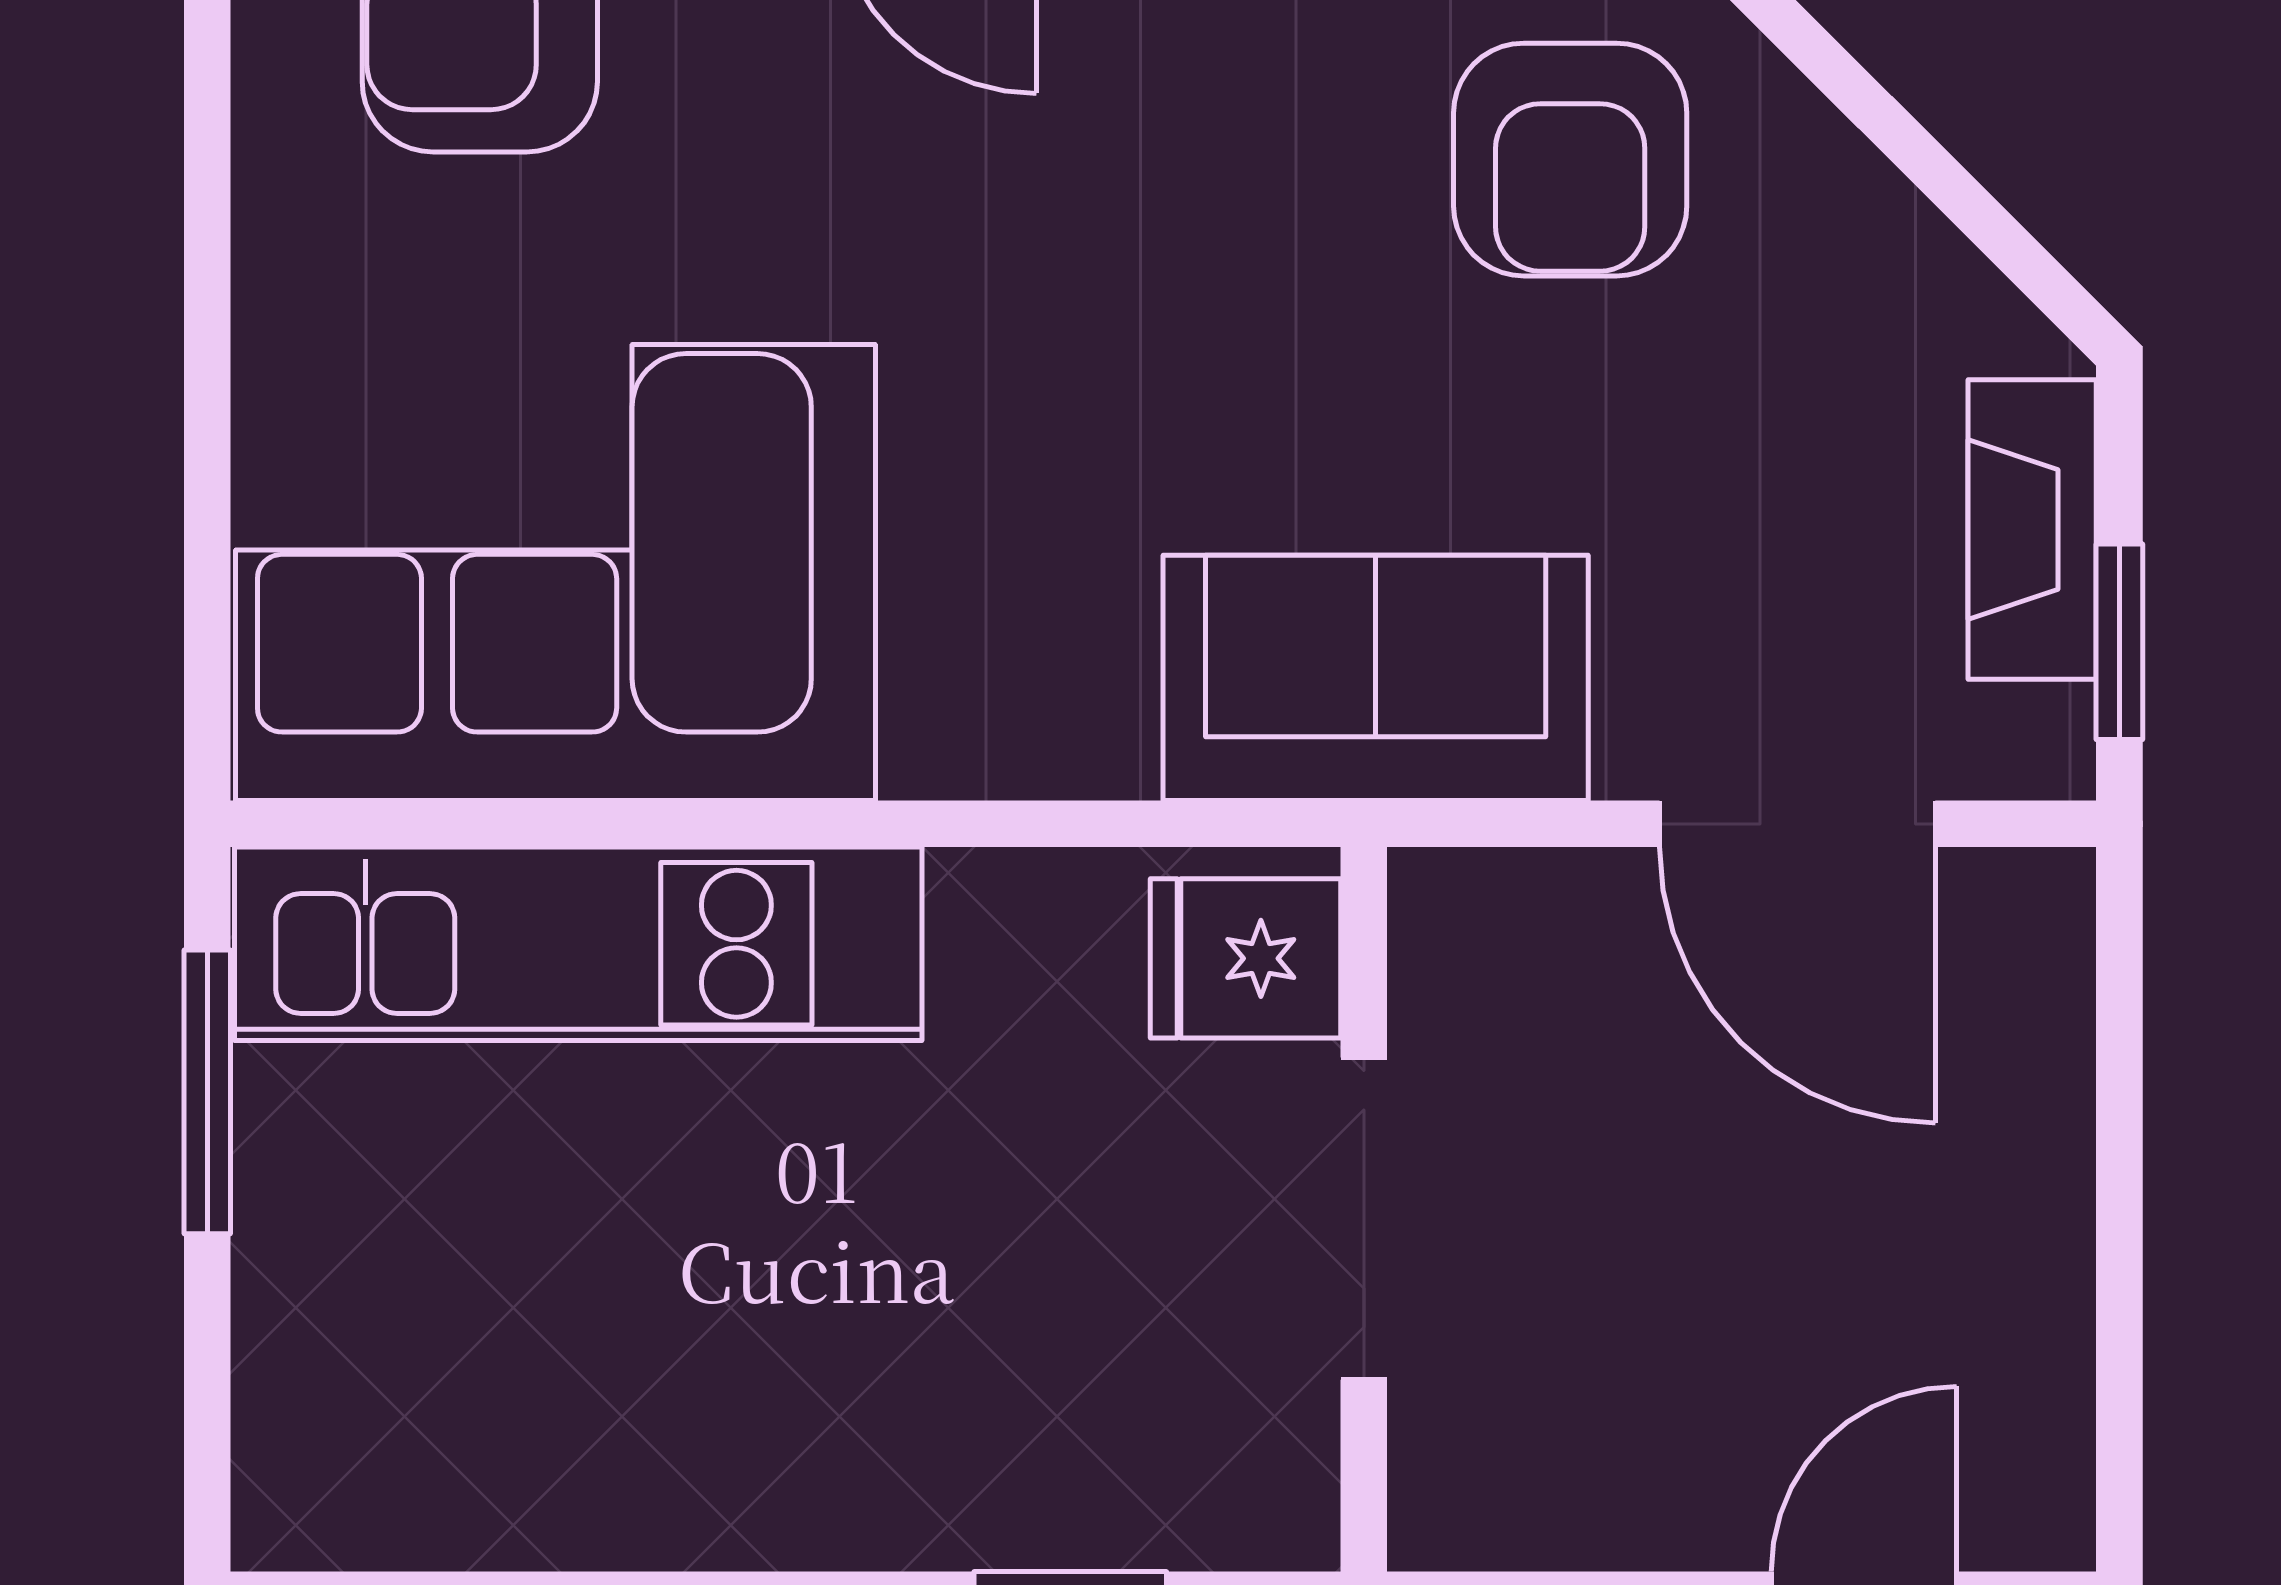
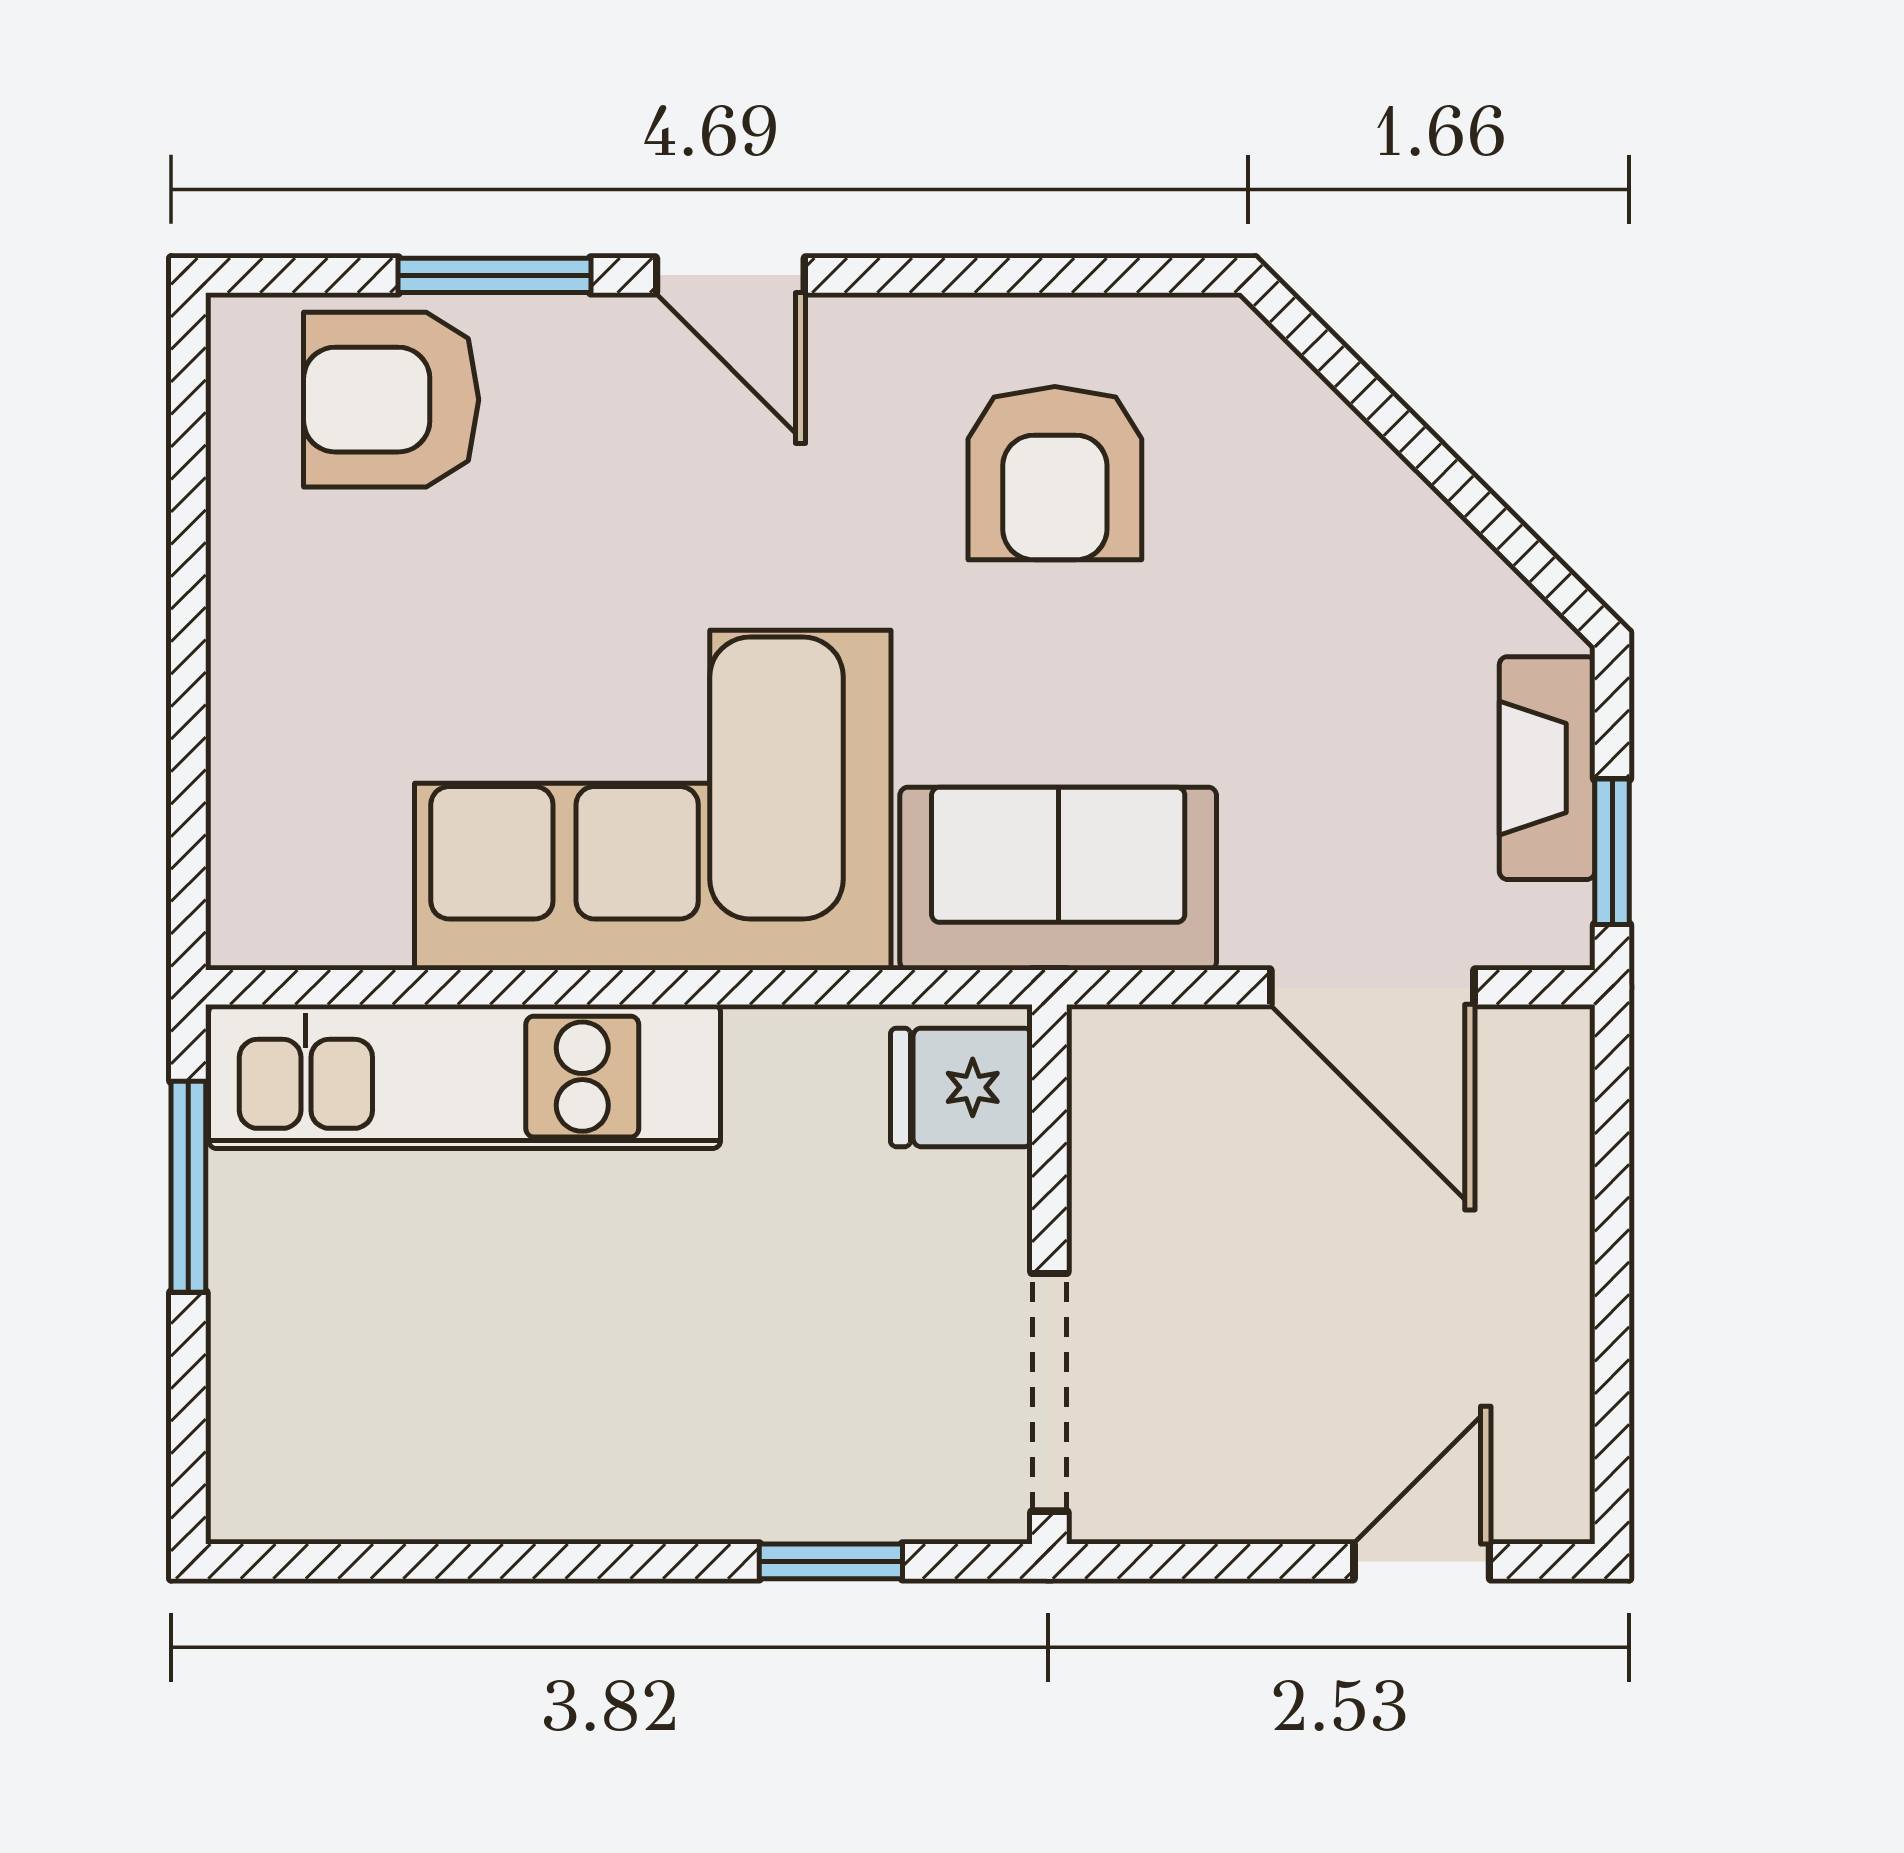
armchair: (1570, 160) -> (1055, 473), moved
corner sofa: (555, 572) -> (653, 800), moved
doorway: (1364, 1219) -> (1049, 1392), moved

